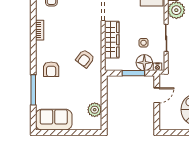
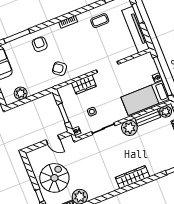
wardrobe: (112, 40) -> (84, 84), width x0.67
floor lamp: (144, 63) -> (76, 119), removed
armchair: (51, 69) -> (40, 44), turned 90

